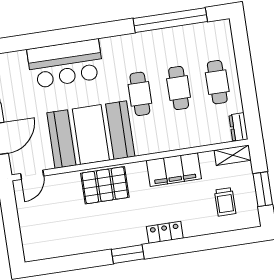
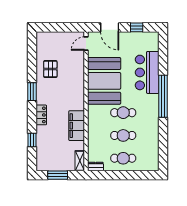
window: (170, 20) -> (163, 96), moved
door: (32, 175) -> (86, 44), hinge flipped
pallet: (105, 185) -> (50, 69), moved, width x0.67, depth x0.71
trolley: (225, 202) -> (54, 152), removed
window: (210, 242) -> (32, 140), added

